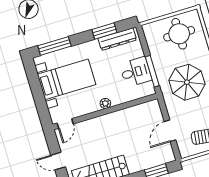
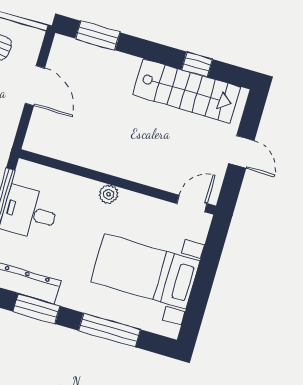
window: (54, 46) -> (109, 330), moved
door: (170, 131) -> (35, 86), hinge flipped

